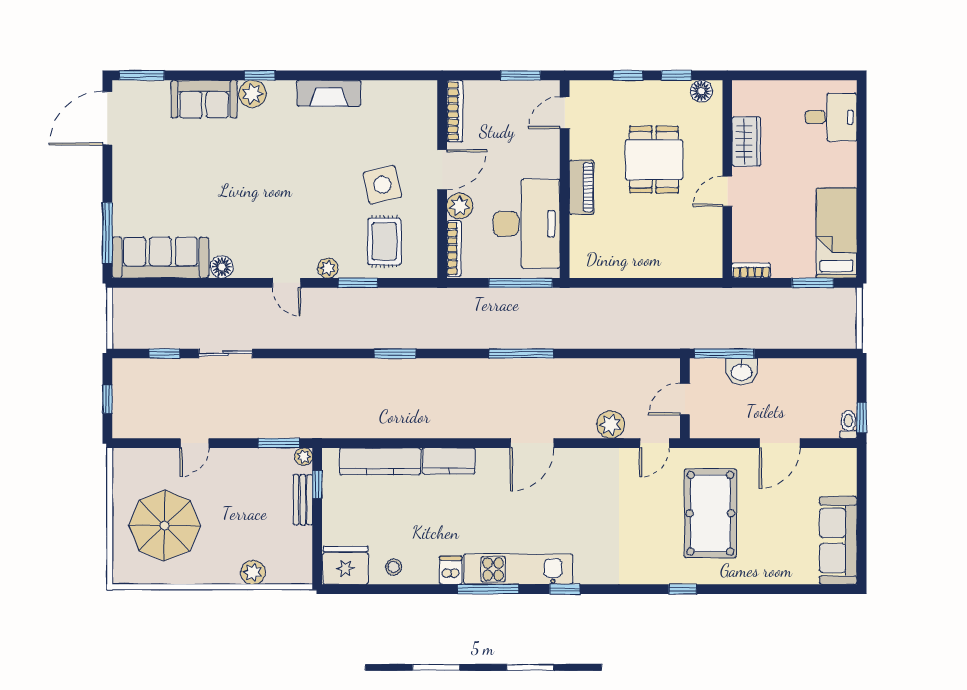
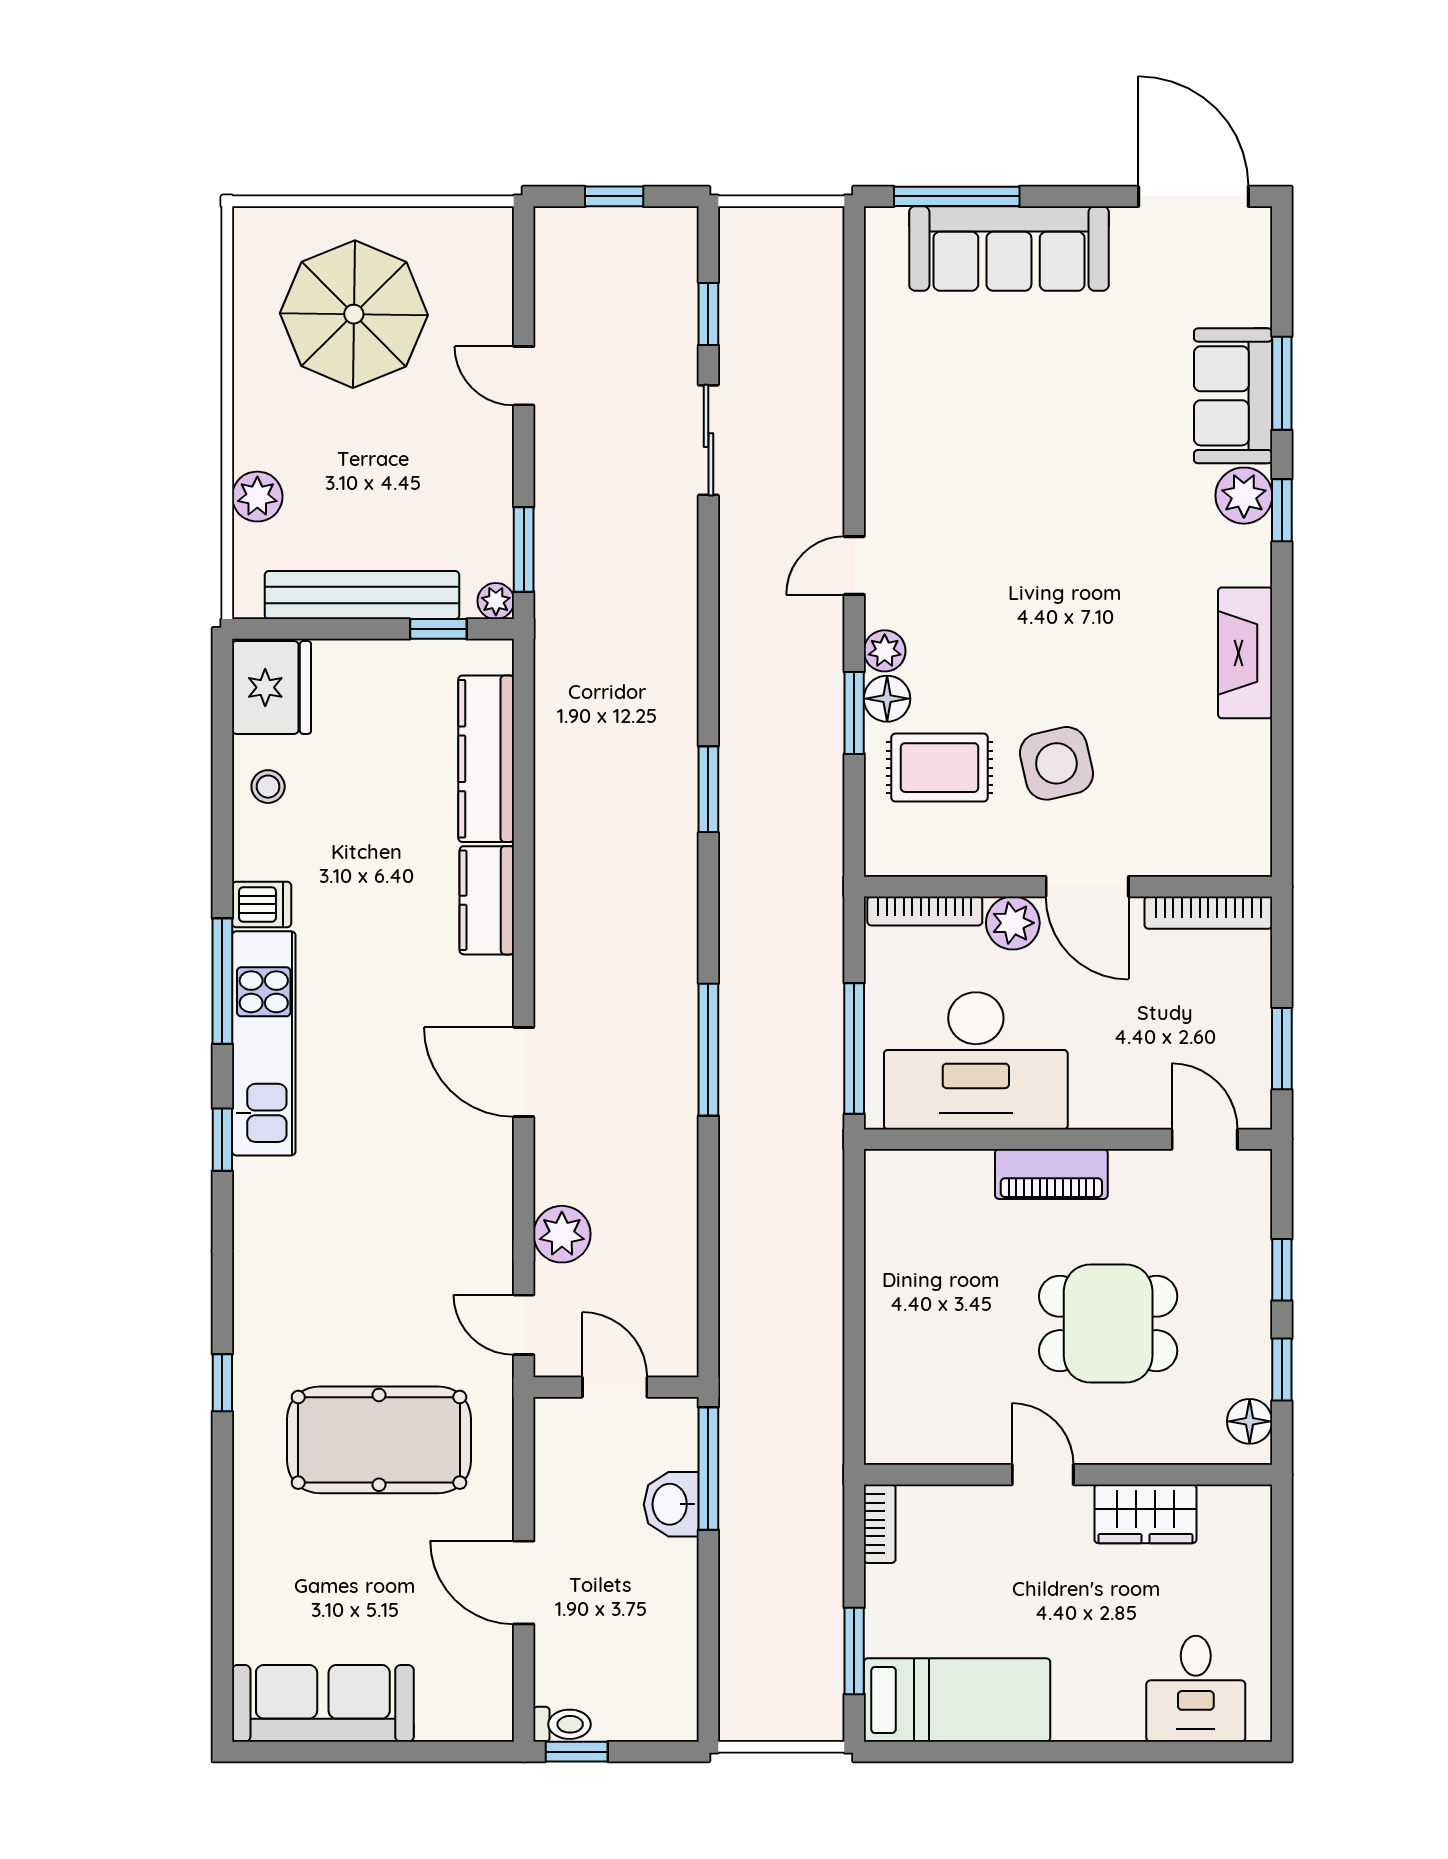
window: (142, 75) -> (1282, 383), moved
sofa: (160, 258) -> (1009, 248), moved, turned 90
floor lamp: (222, 267) -> (887, 699), moved
bench: (303, 500) -> (362, 595), width x1.86, depth x1.21

